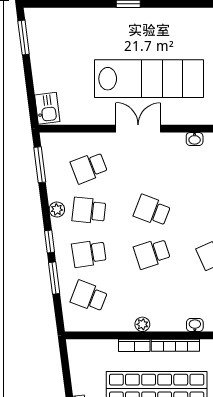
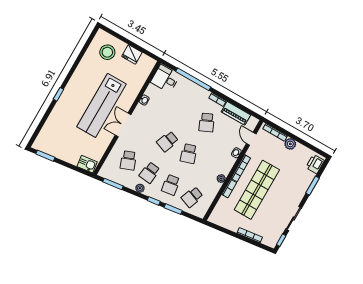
lab bench: (149, 79) -> (101, 105), turned 180

